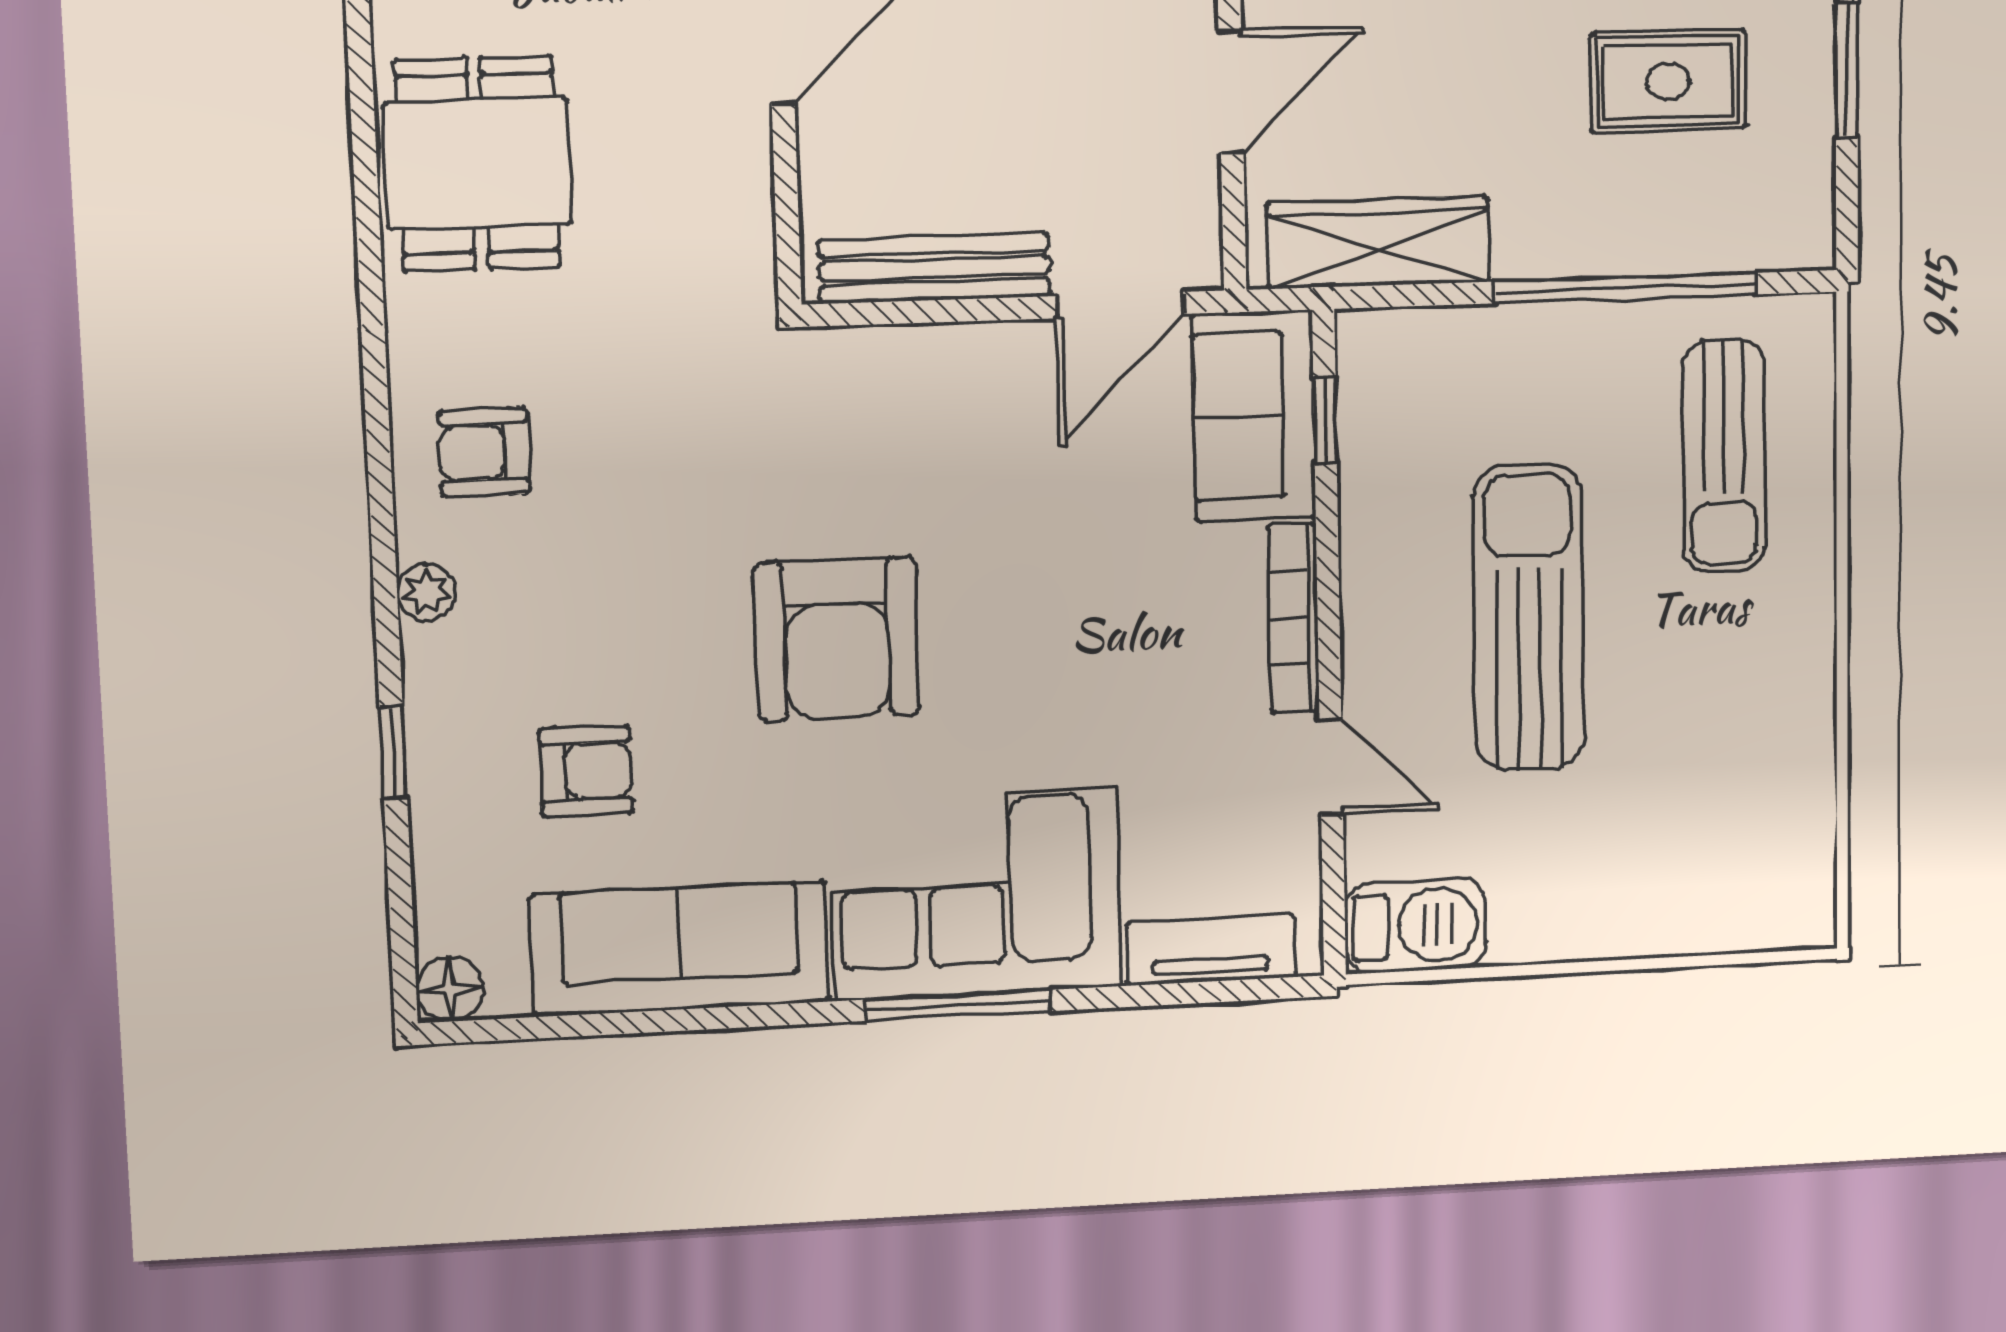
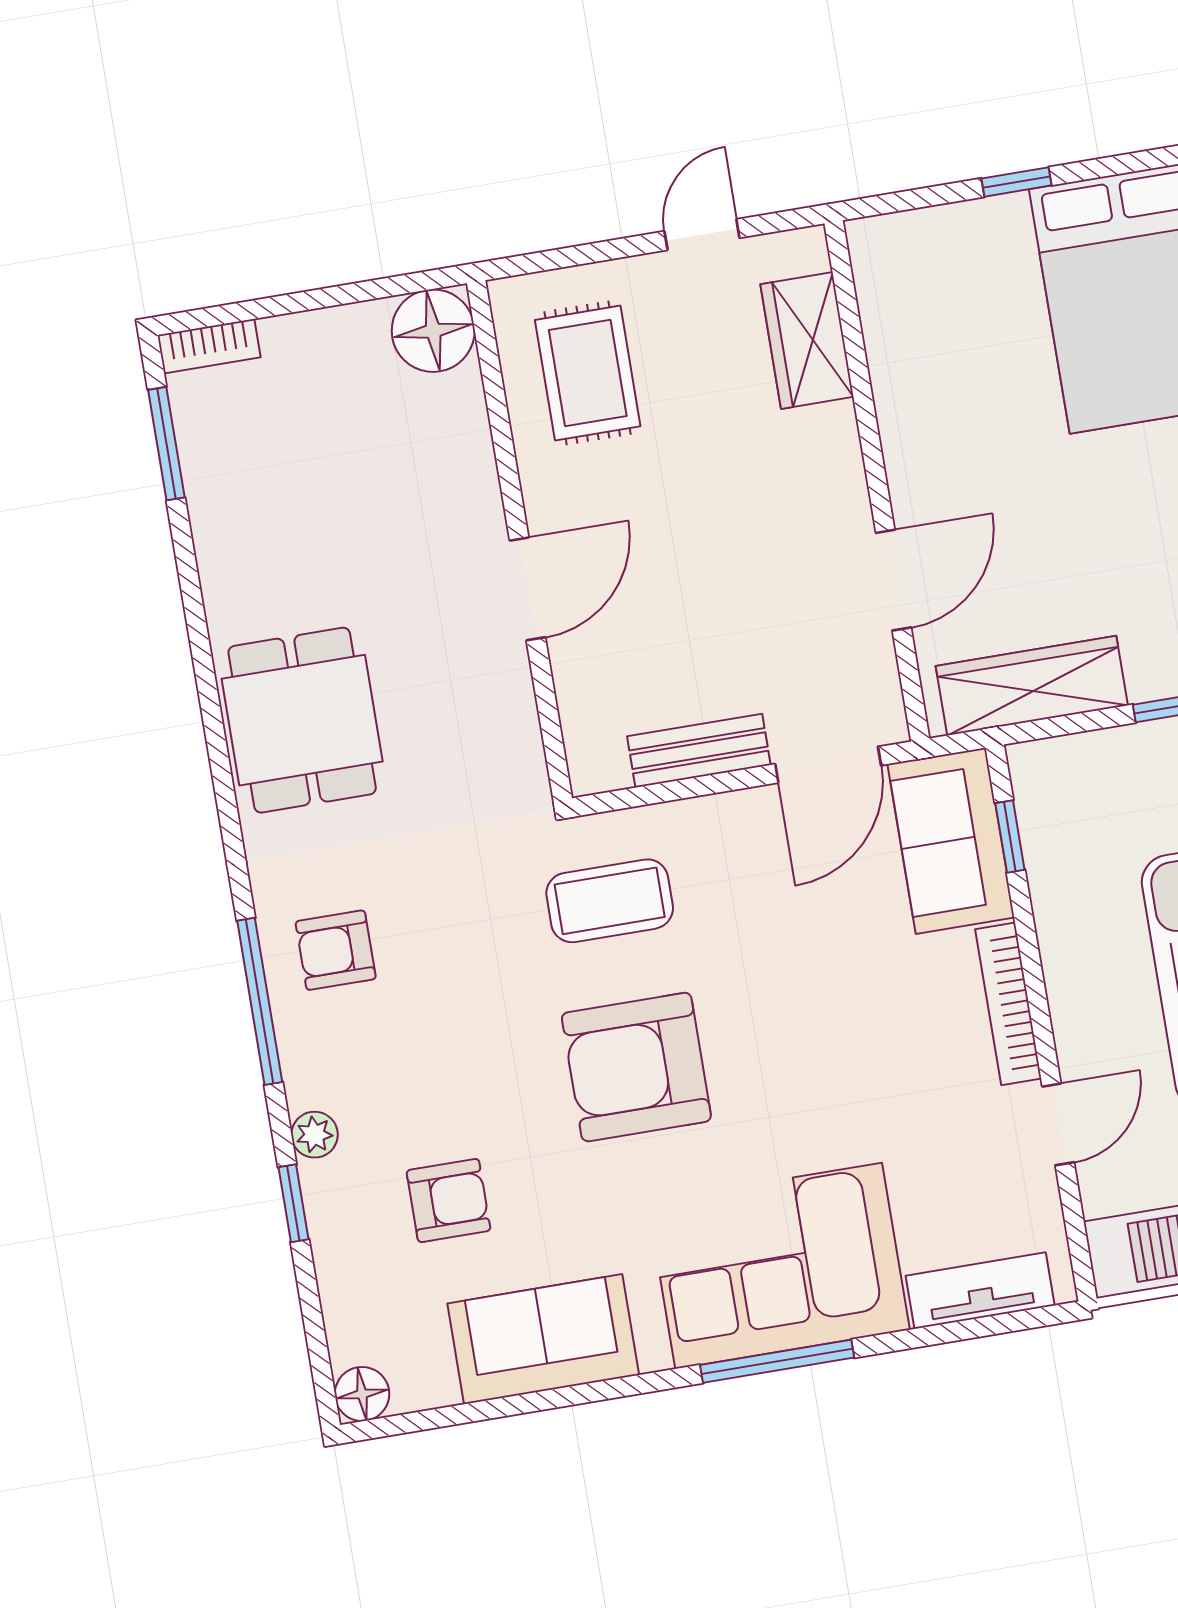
bench: (934, 268) -> (699, 751), width x0.73
coffee table: (831, 435) -> (610, 901), added
window: (381, 503) -> (260, 1001), added
plant: (426, 592) -> (315, 1135), moved
armchair: (837, 639) -> (636, 1067), turned 90
door: (1331, 767) -> (1058, 1124), hinge flipped
sofa: (680, 949) -> (543, 1339), width x0.73

